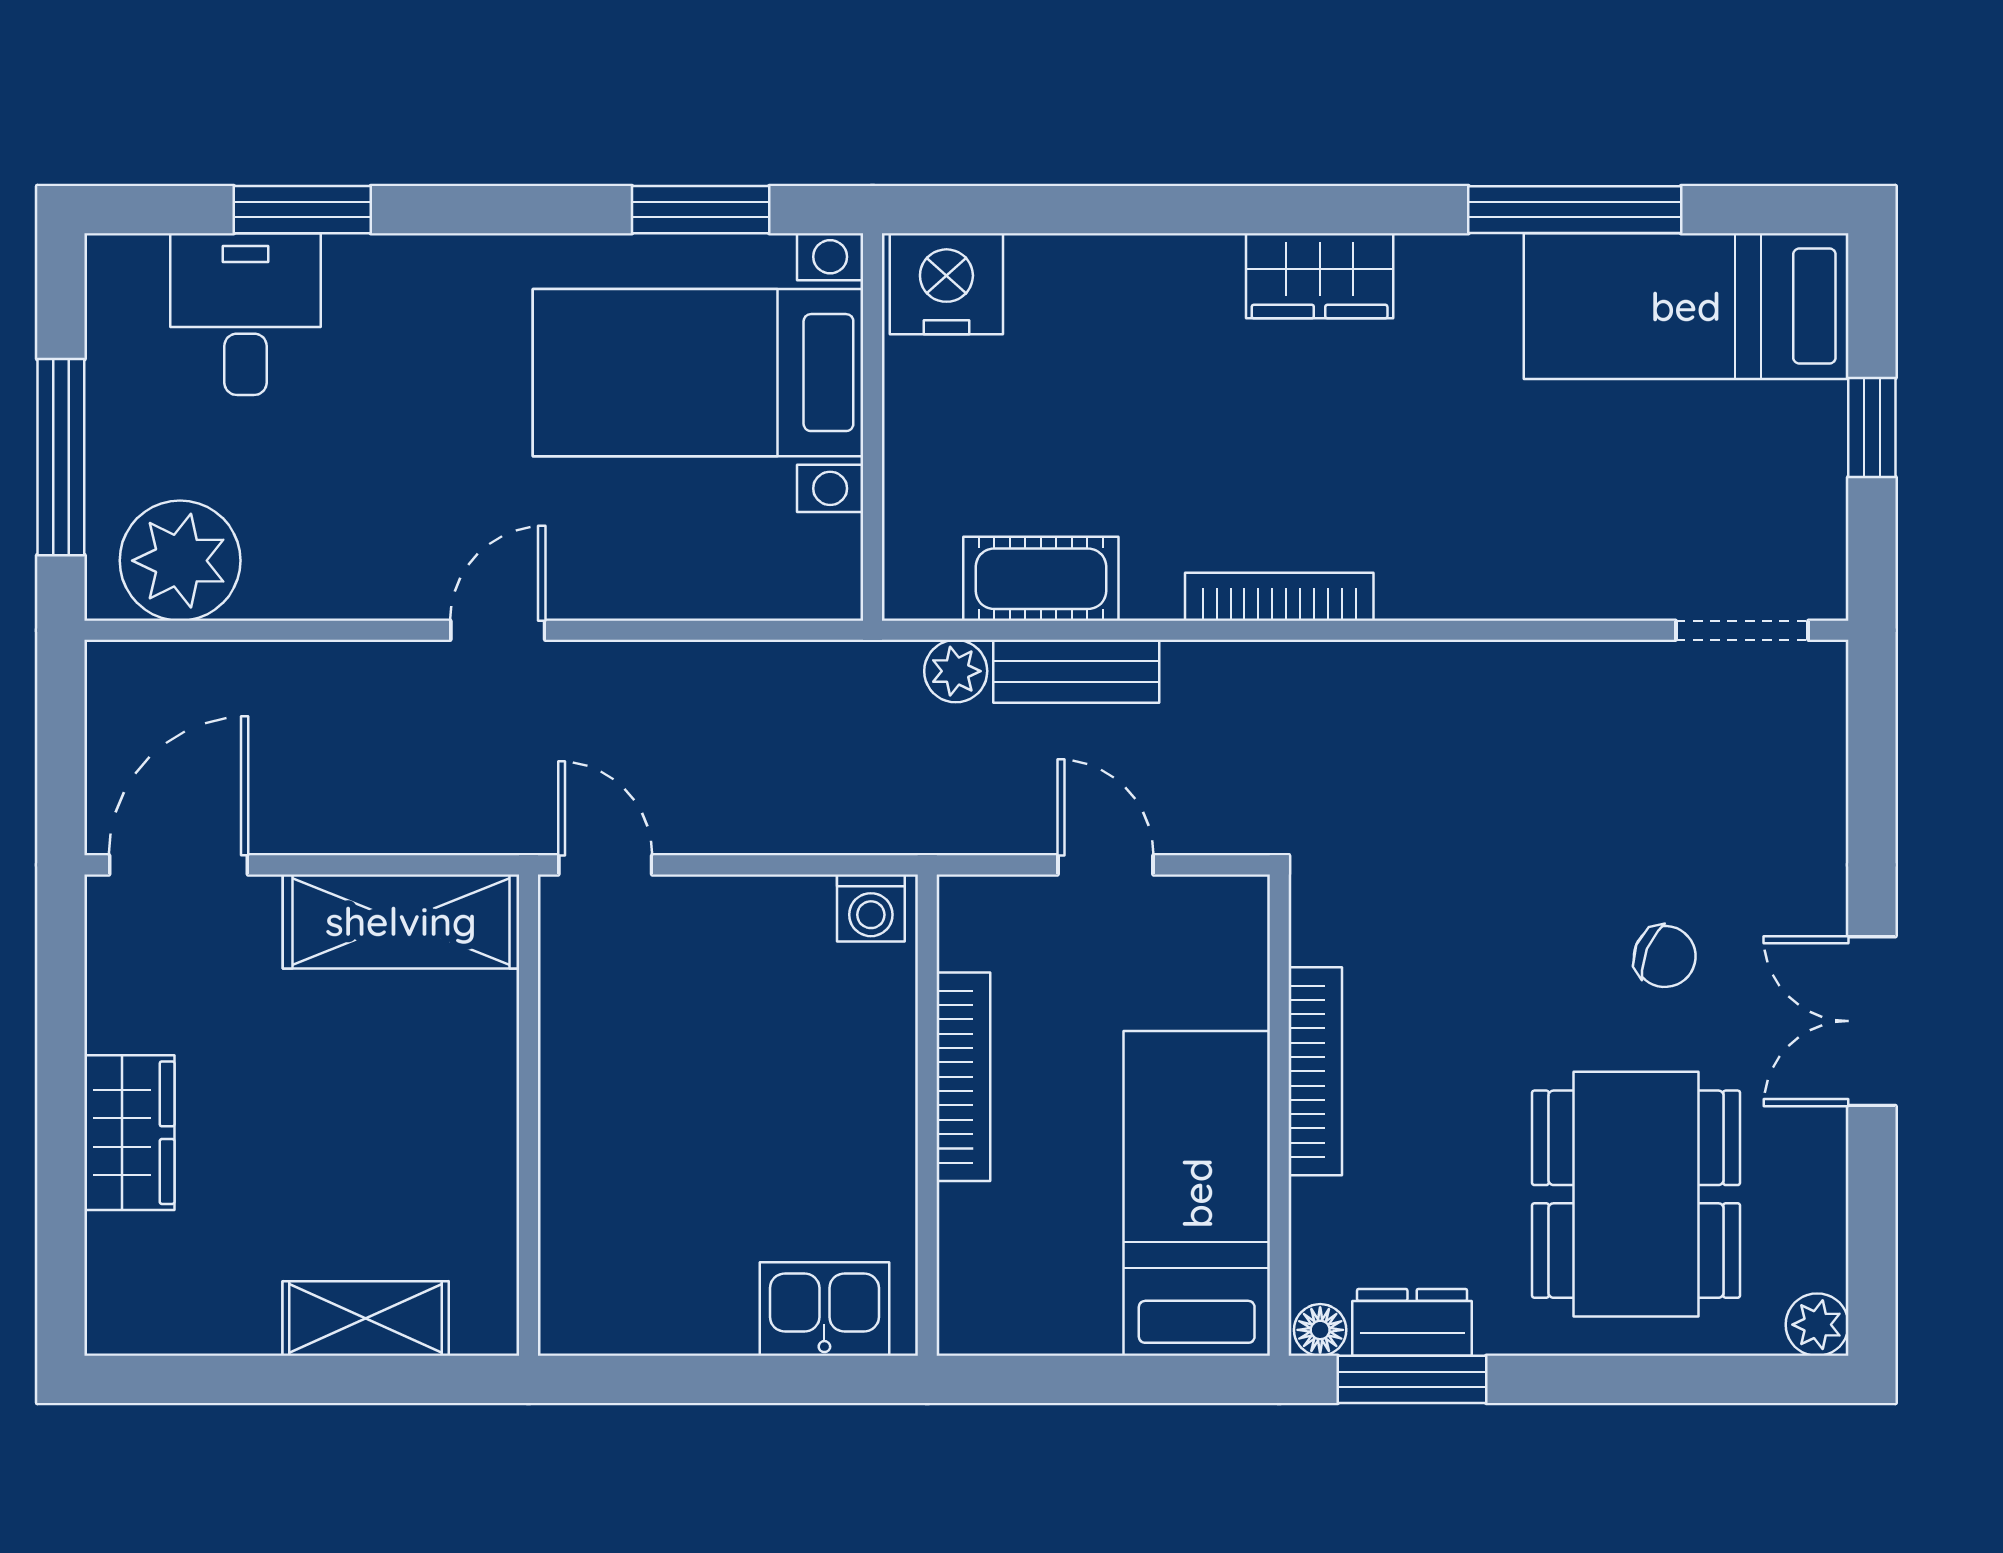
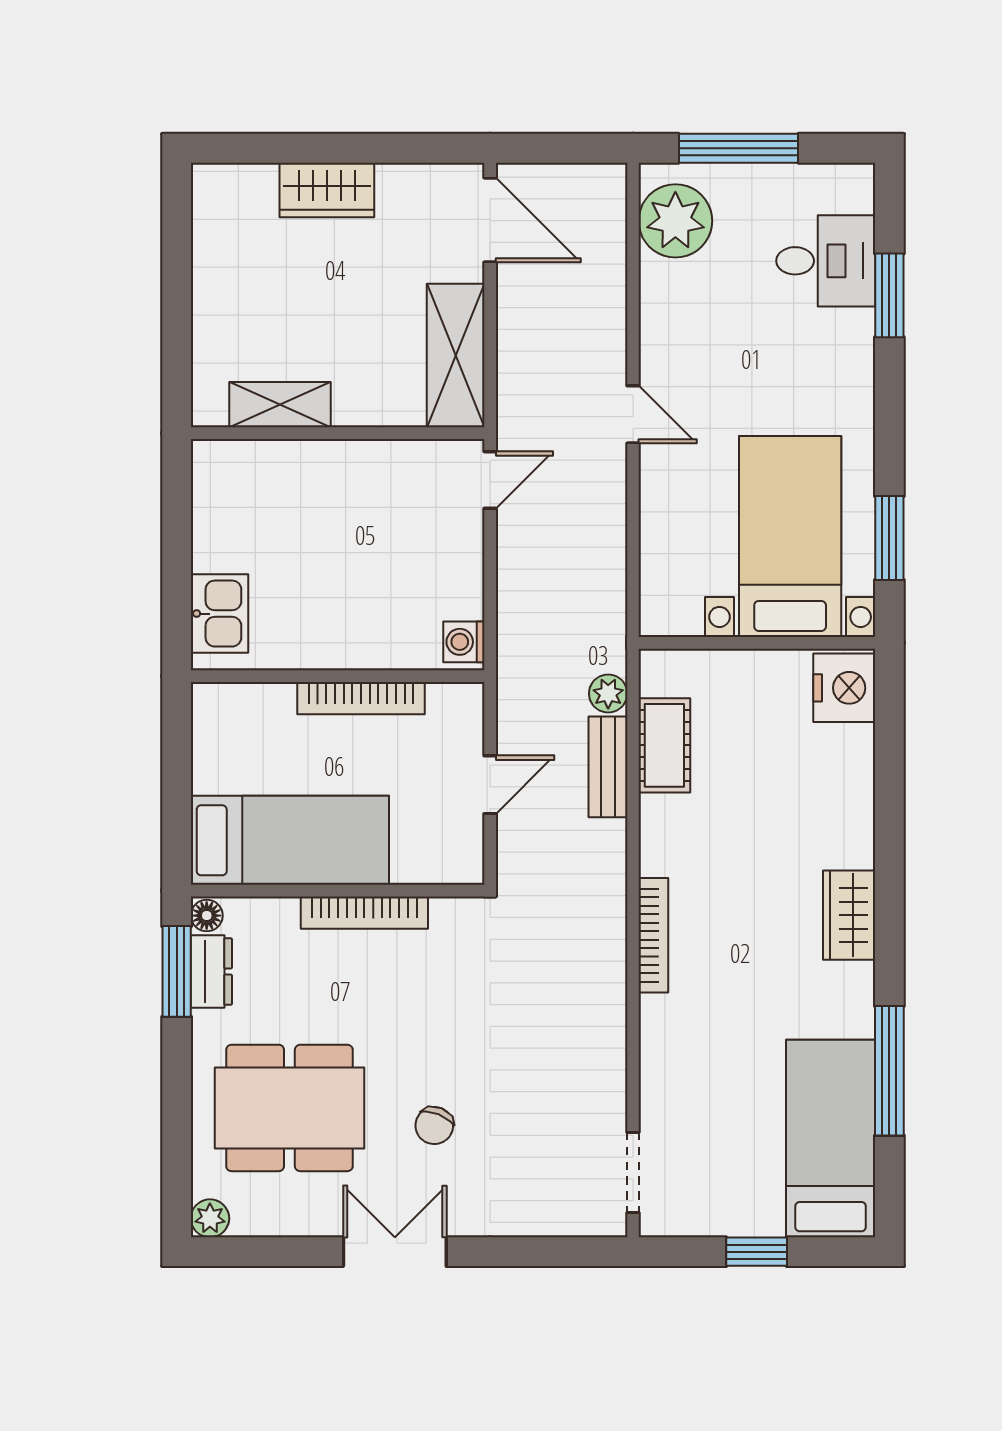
bookcase: (1279, 597) -> (653, 935), moved
shelving: (366, 1319) -> (280, 405), moved, turned 90

